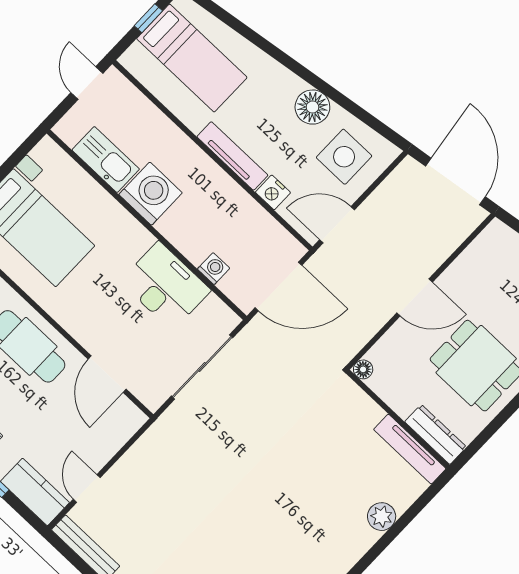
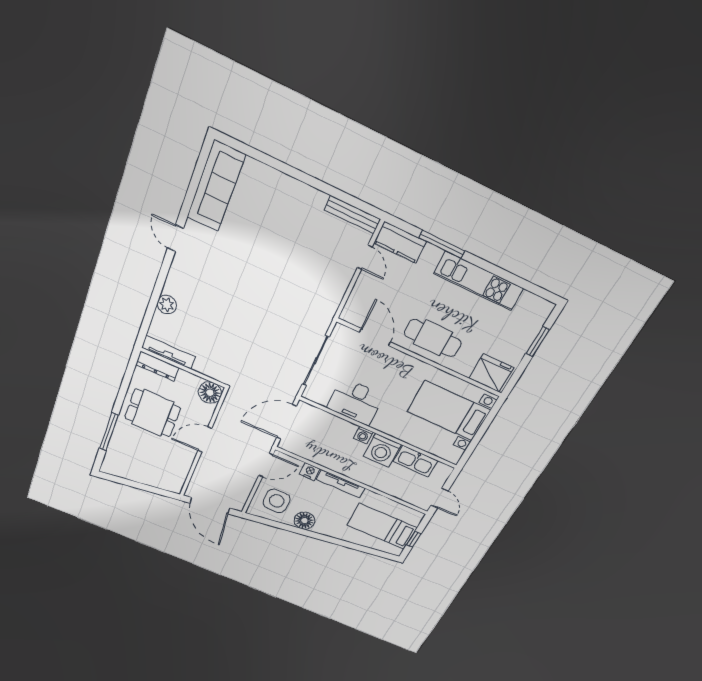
washing machine: (214, 269) -> (363, 435), moved
floor lamp: (363, 369) -> (210, 393), width x1.89, depth x1.89

